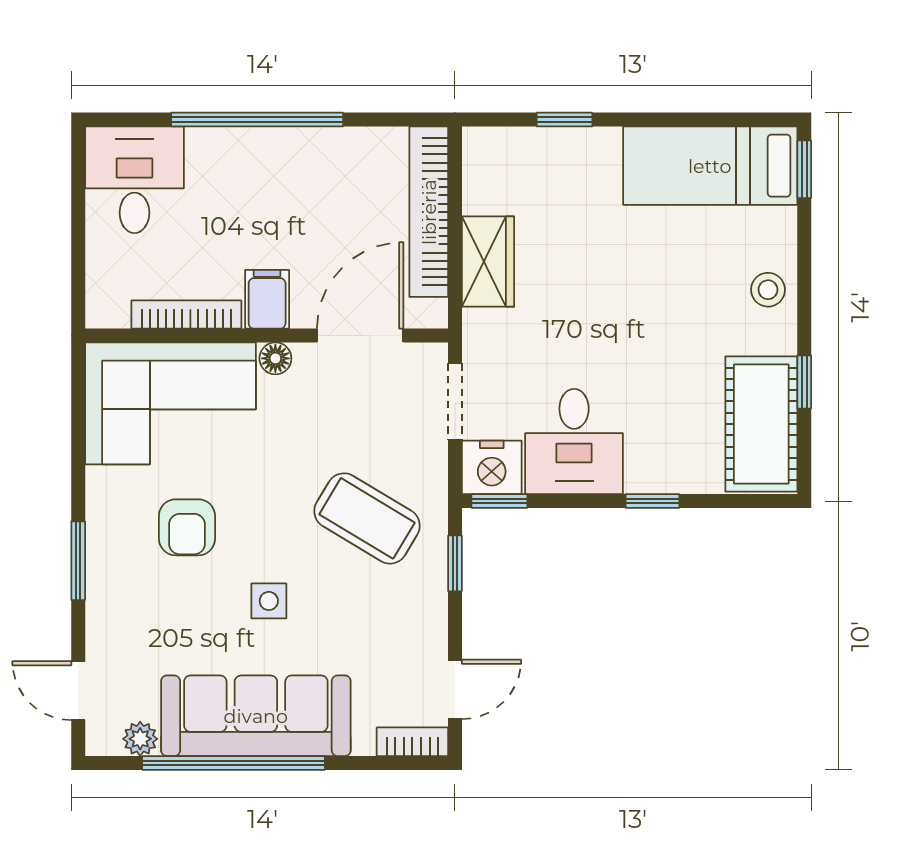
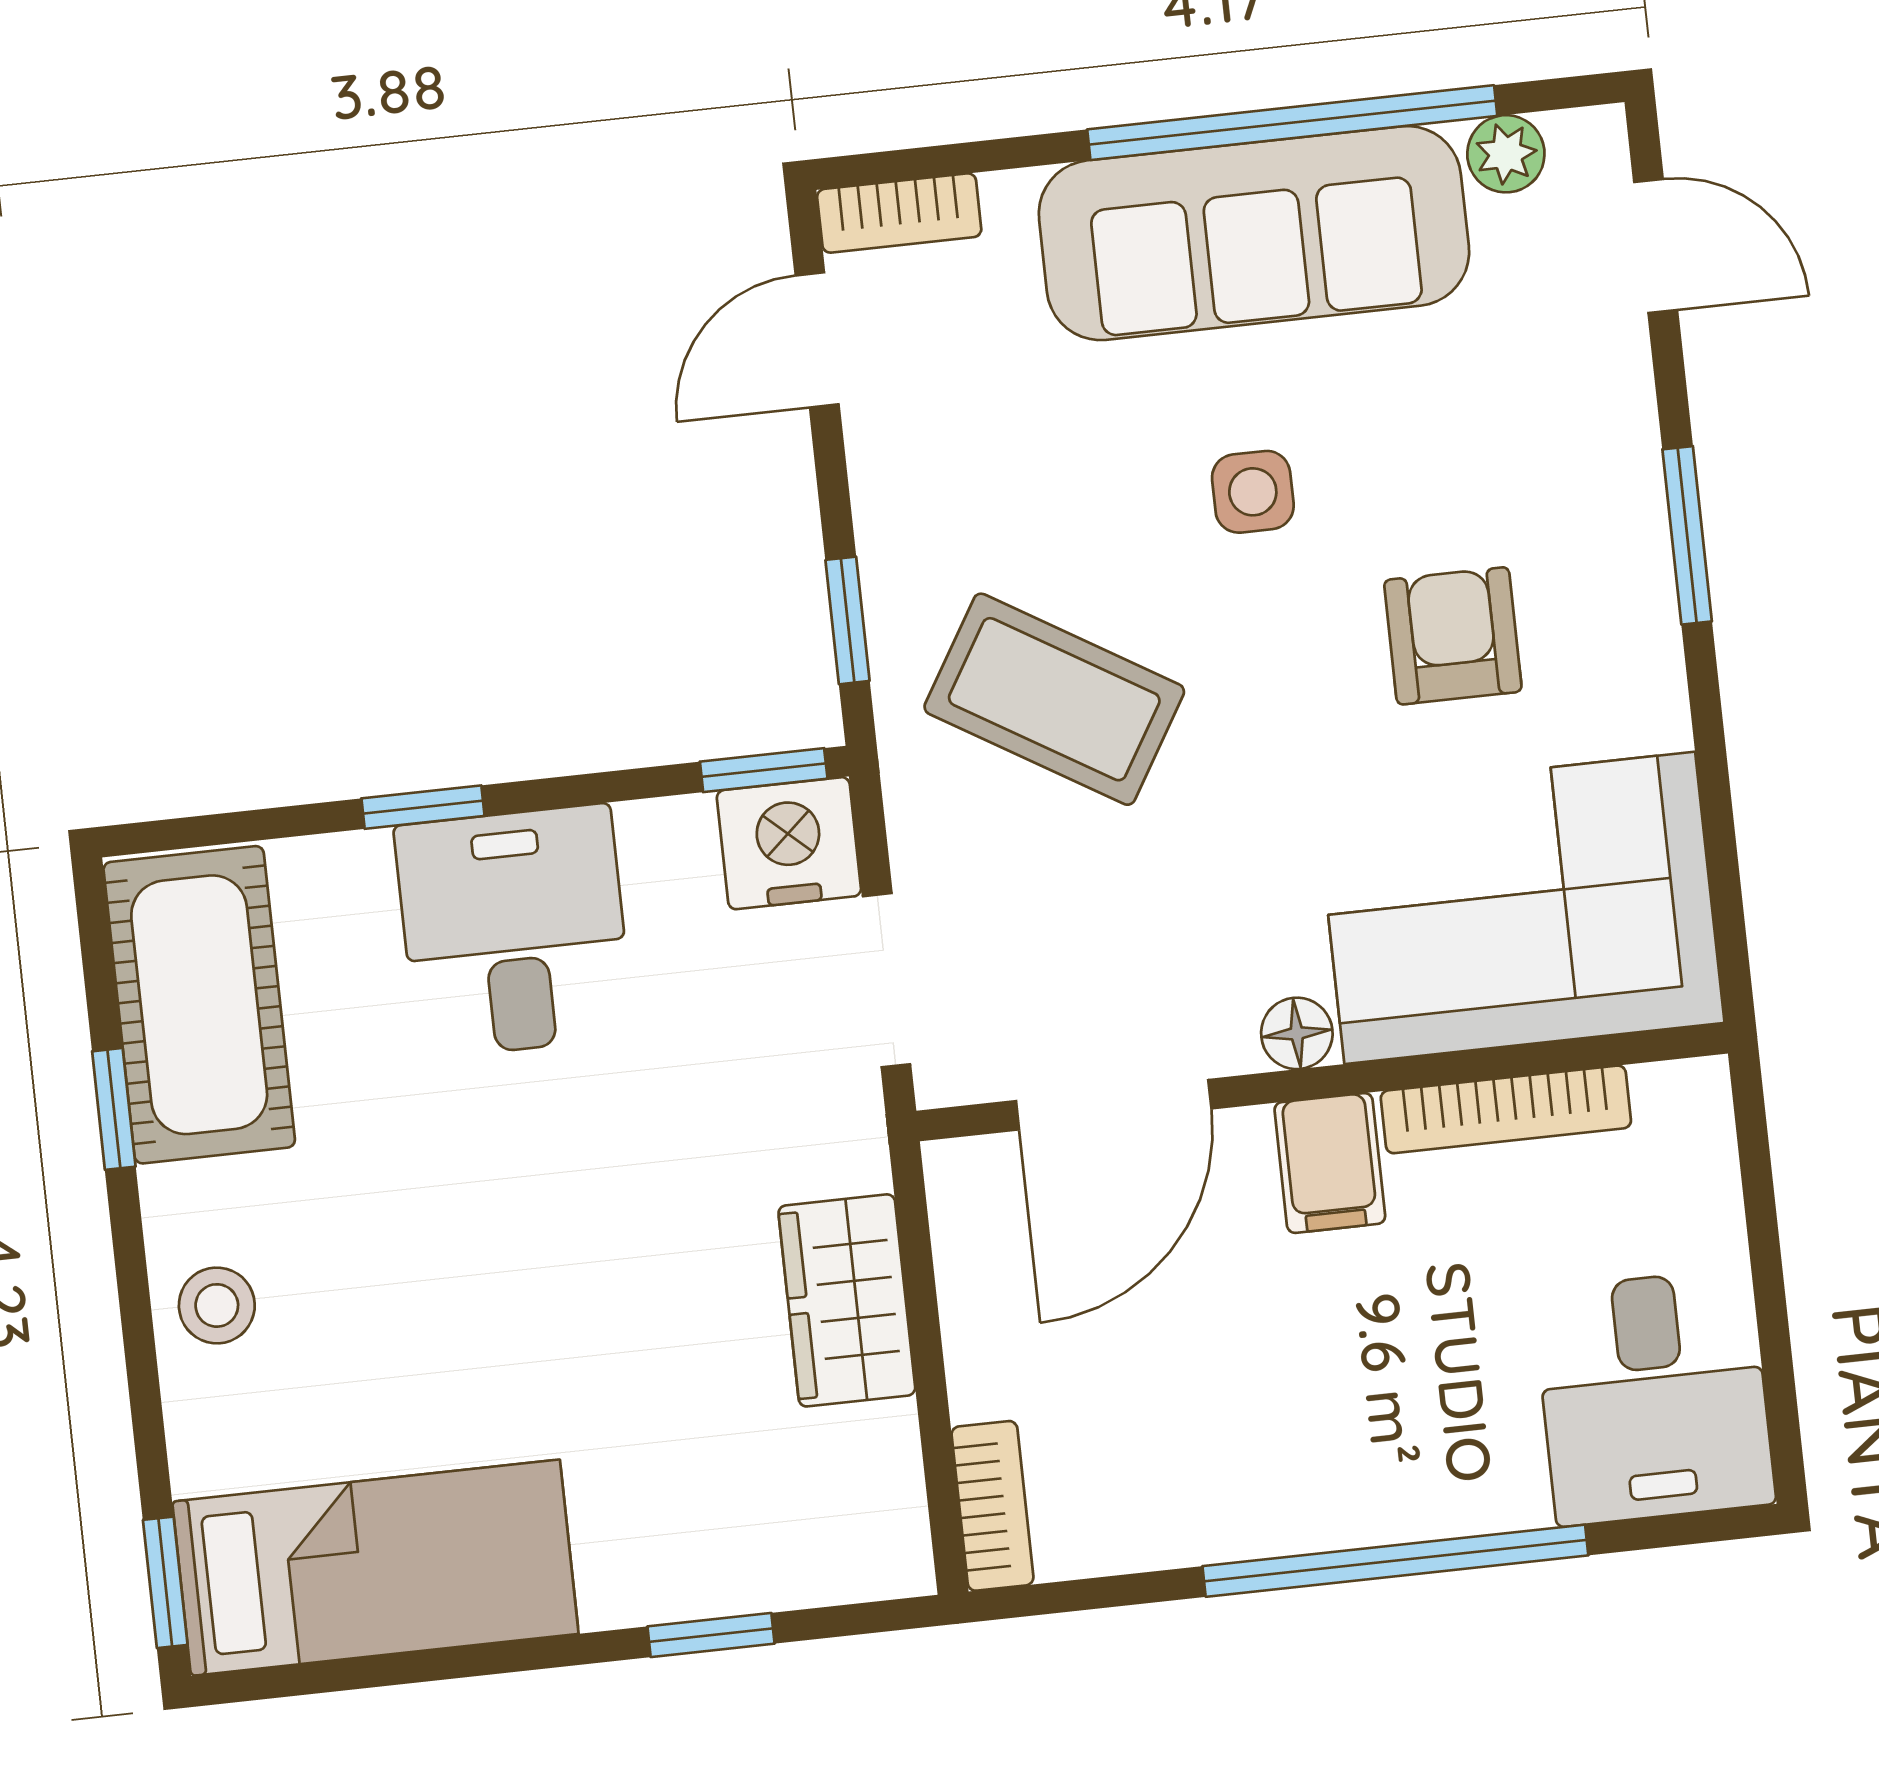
bookcase: (429, 212) -> (992, 1506), width x0.43, depth x0.76
desk: (574, 441) -> (514, 931), moved

